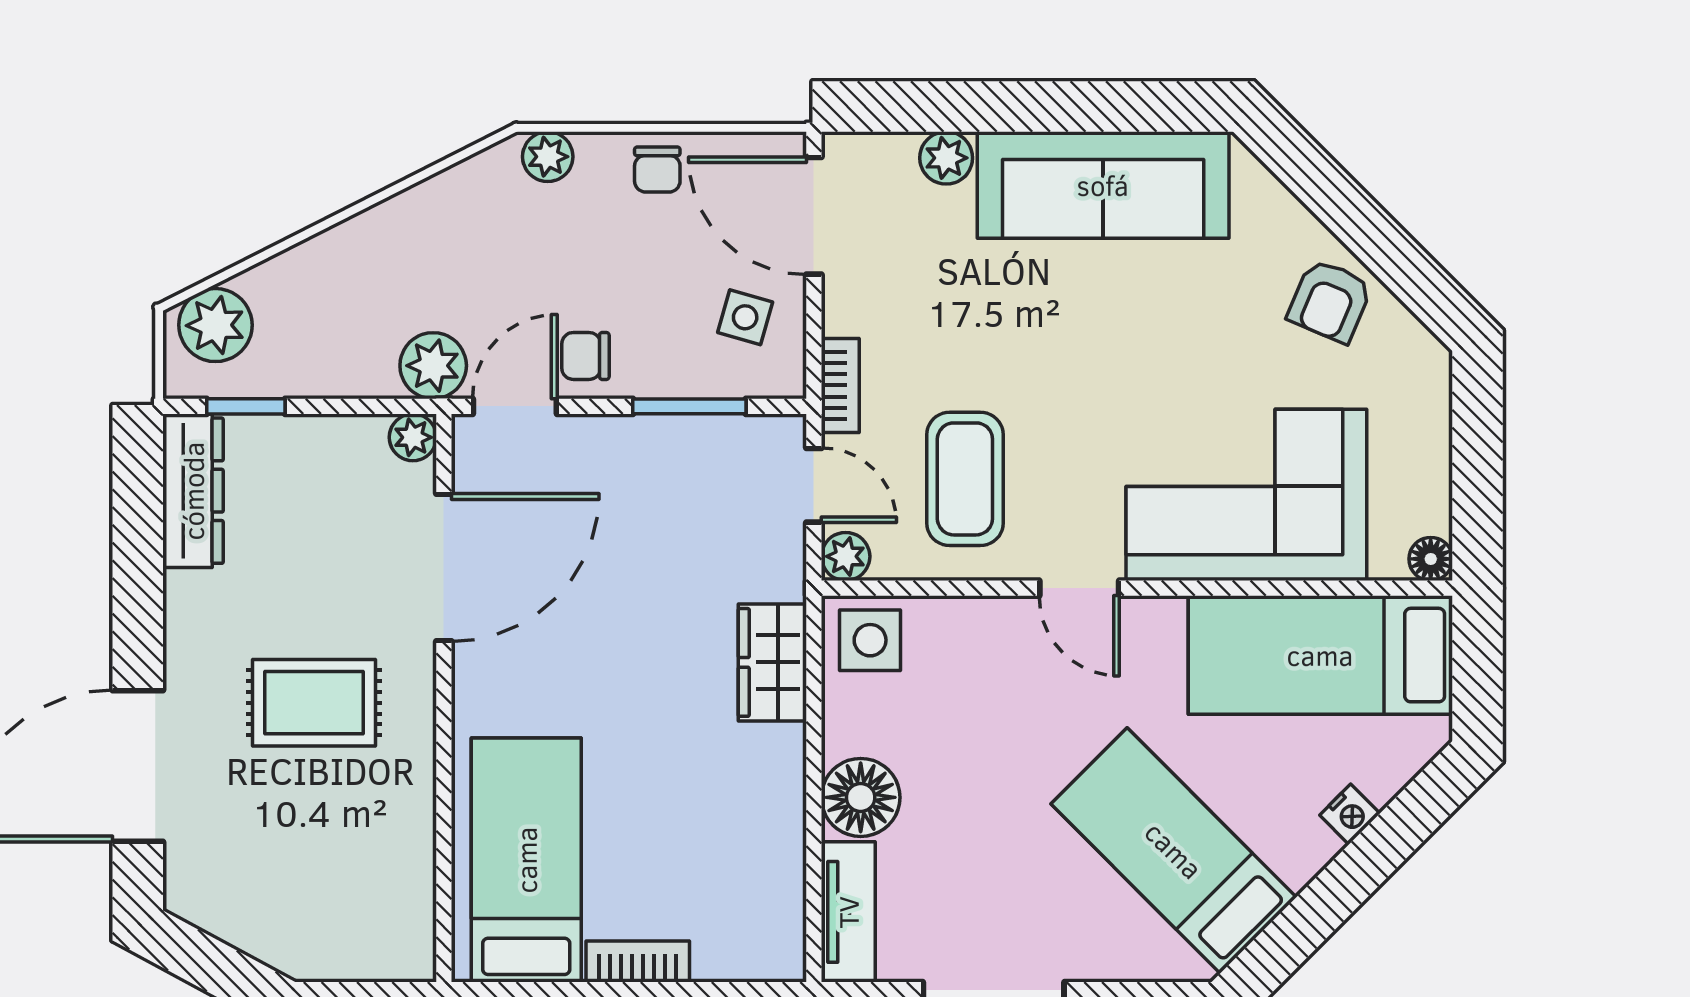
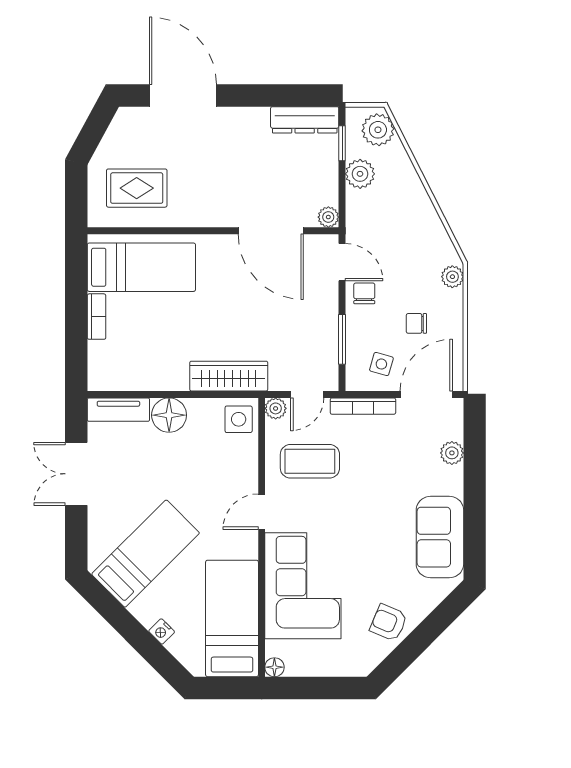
chair: (657, 170) -> (416, 323), moved
sofa: (1103, 185) -> (440, 537), width x0.73
plant: (433, 366) -> (360, 174), moved
bookcase: (840, 385) -> (363, 406), width x1.56
wardrobe: (772, 662) -> (229, 376), width x1.50
rug: (314, 703) -> (137, 188), moved, turned 90

